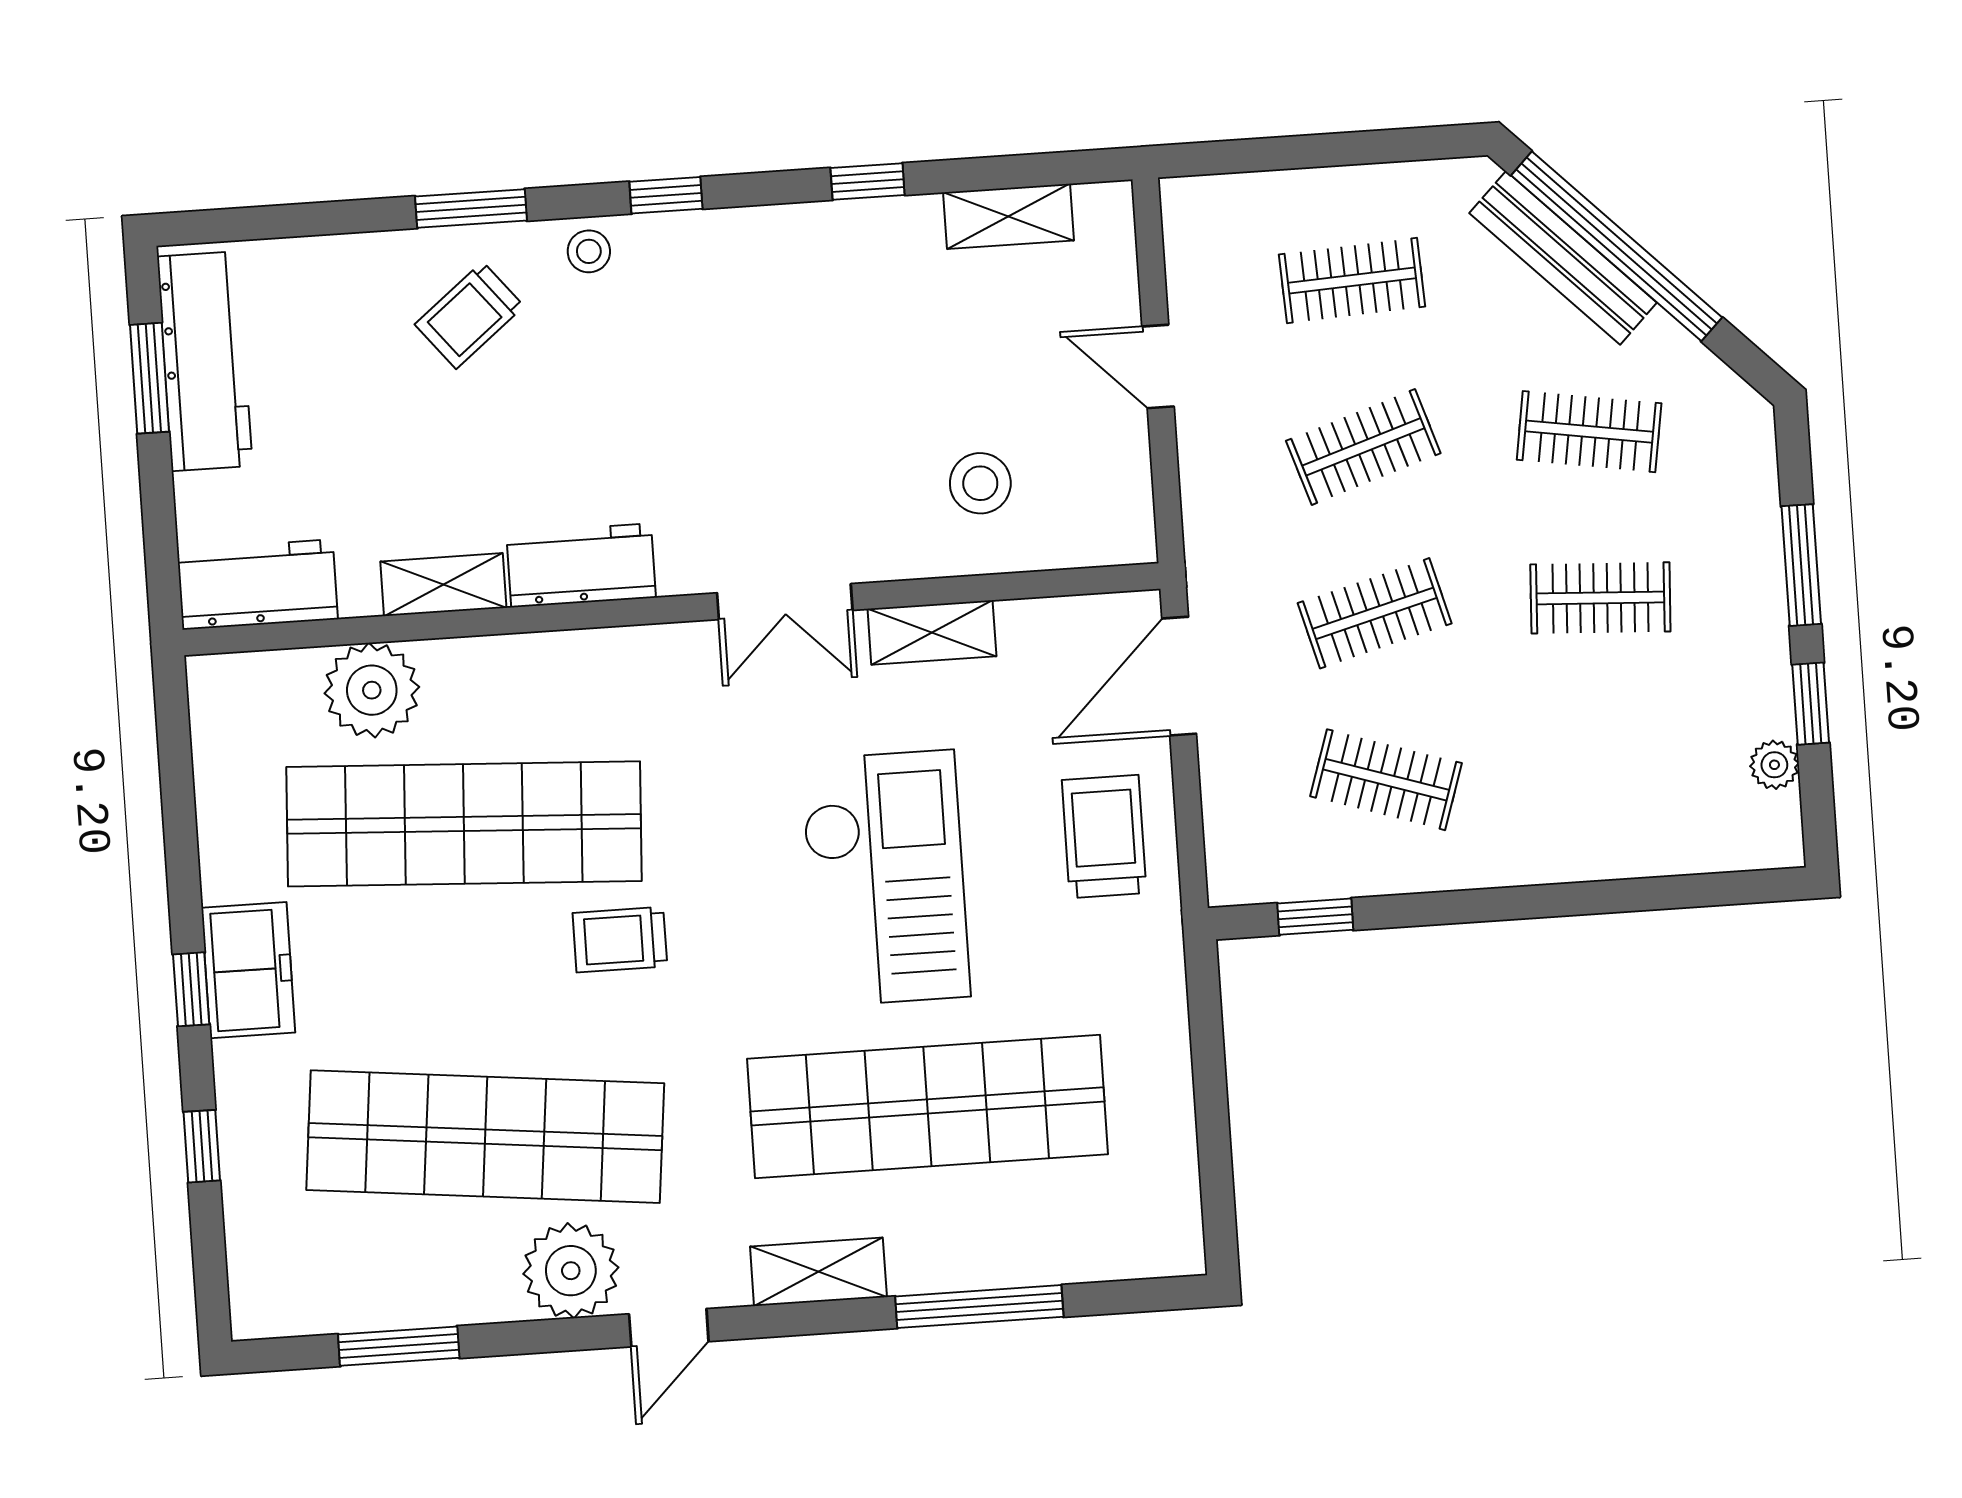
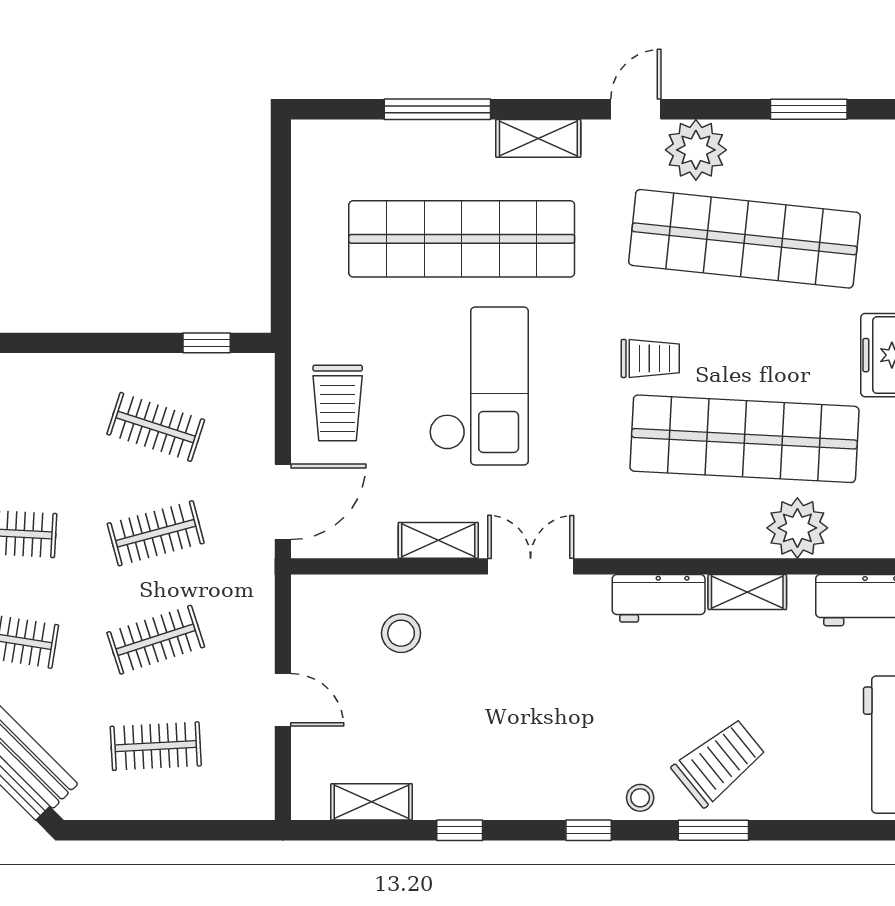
trolley: (469, 315) -> (719, 762), width x1.36, depth x1.39
checkout: (885, 878) -> (479, 386), turned 180

